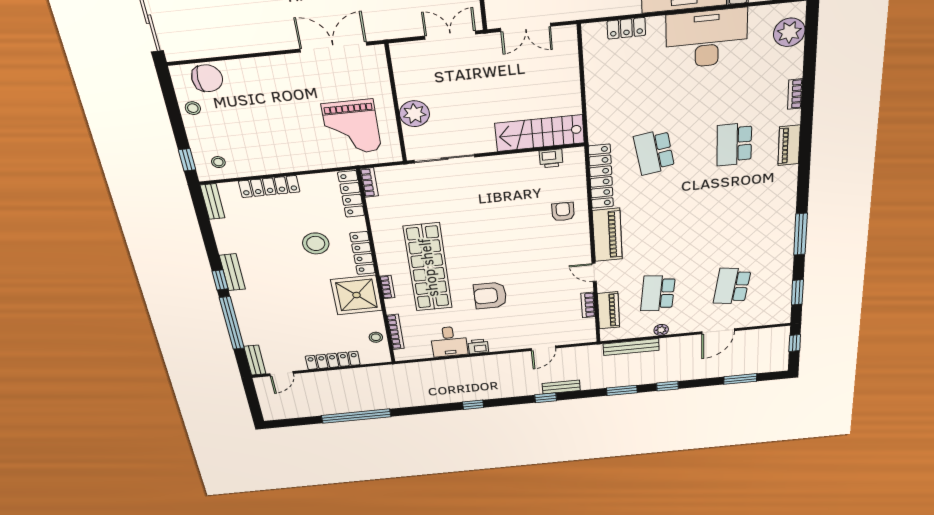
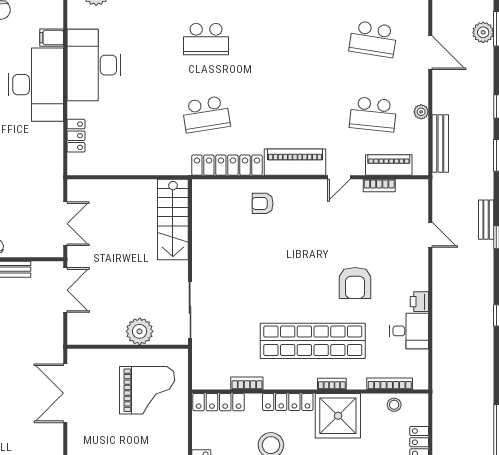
double door: (450, 35) -> (65, 290), swing flipped
printer: (551, 158) -> (201, 211), removed
bookcase: (369, 183) -> (247, 383), moved
plant: (737, 368) -> (483, 32), added

